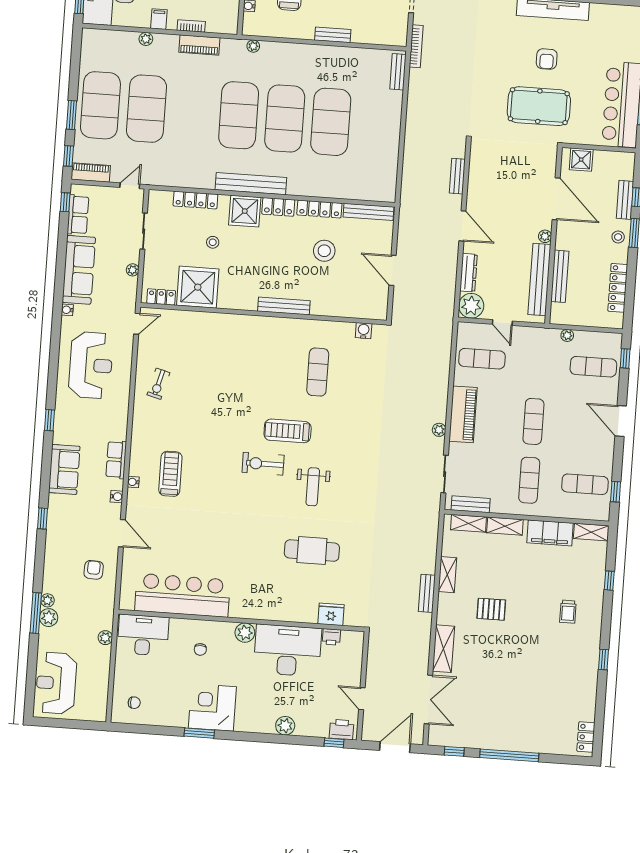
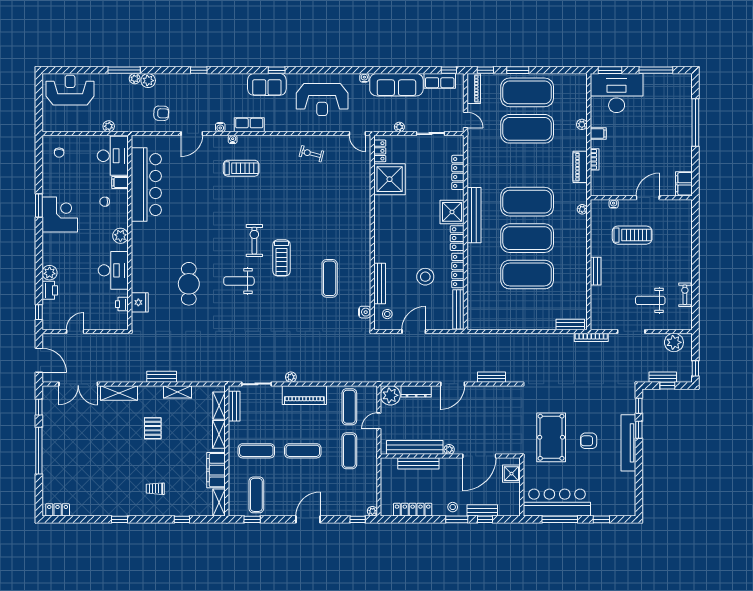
stool: (213, 242) -> (387, 314), moved
bench: (284, 306) -> (380, 283), moved
plant: (567, 335) -> (372, 511), moved
exercise mat: (593, 367) -> (349, 451), moved
exercise mat: (318, 372) -> (330, 278), turned 90
treadmill: (288, 431) -> (281, 258), turned 180
sofa: (64, 469) -> (267, 84), moved
plant: (49, 618) -> (148, 81), moved
filing cabinet: (177, 628) -> (120, 183), added
desk: (288, 650) -> (113, 270), width x0.73, depth x0.77
printer: (342, 729) -> (50, 290), moved

